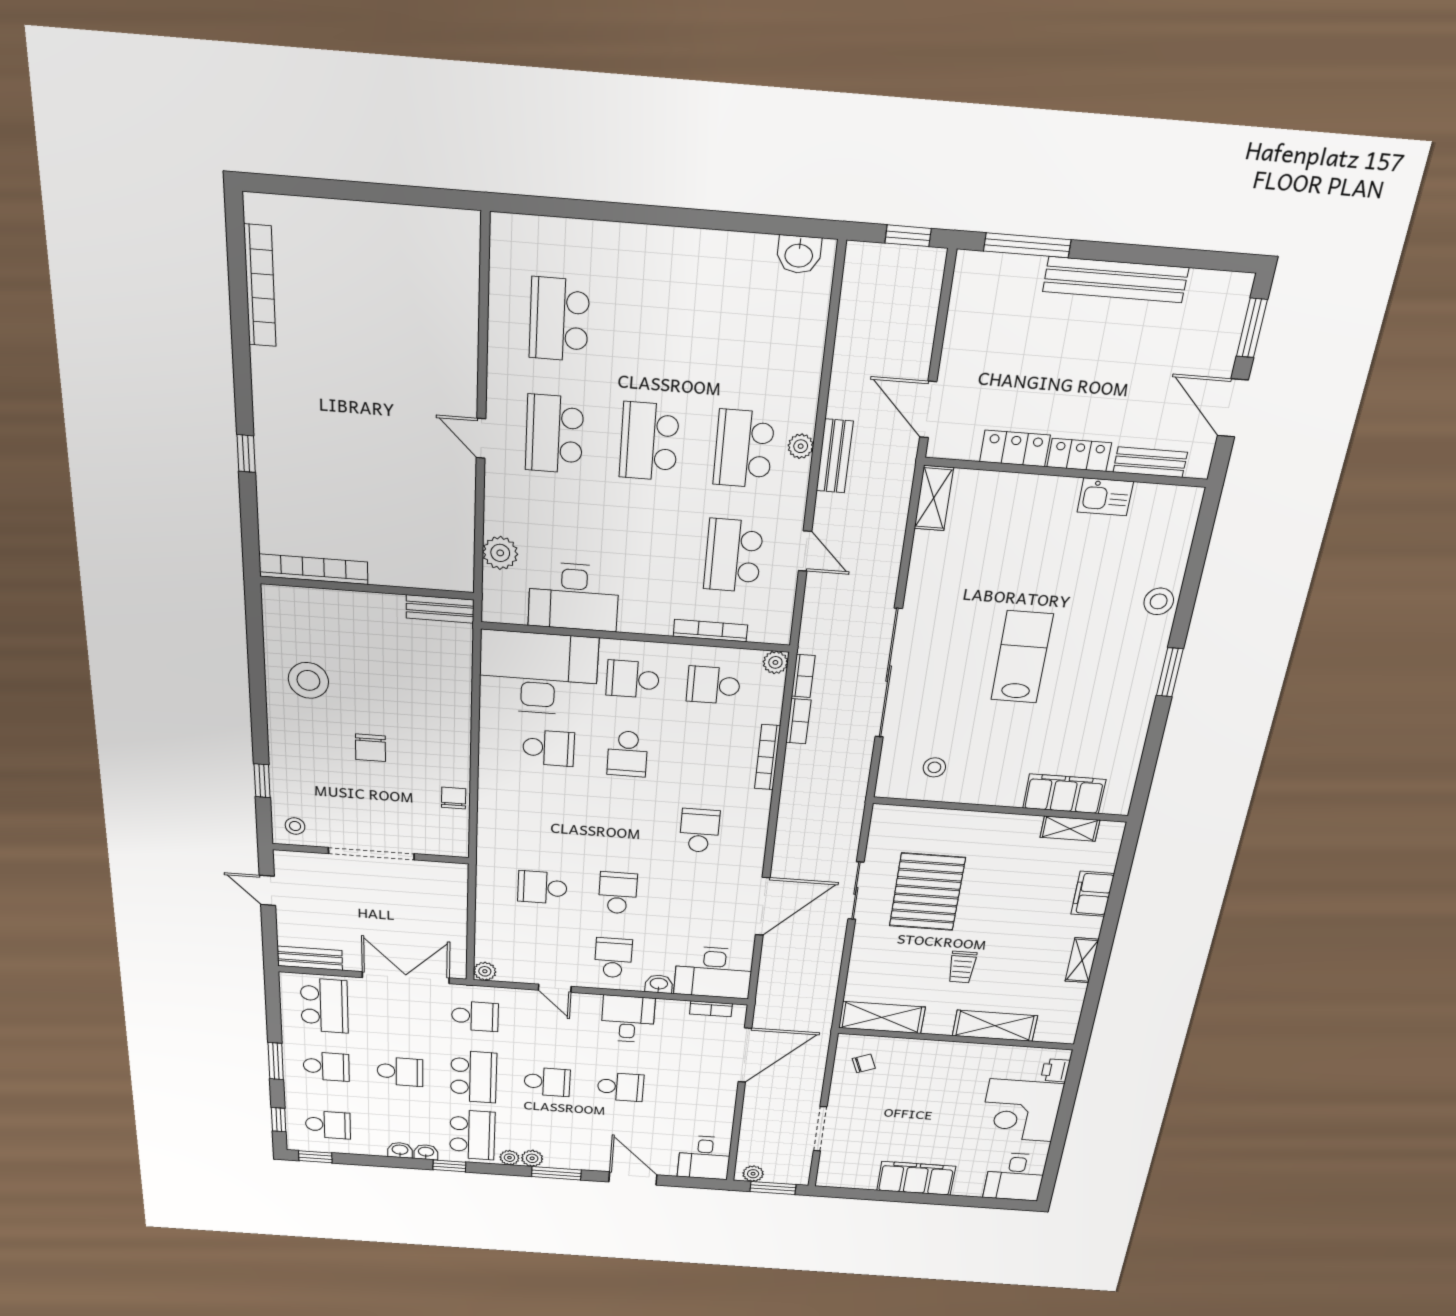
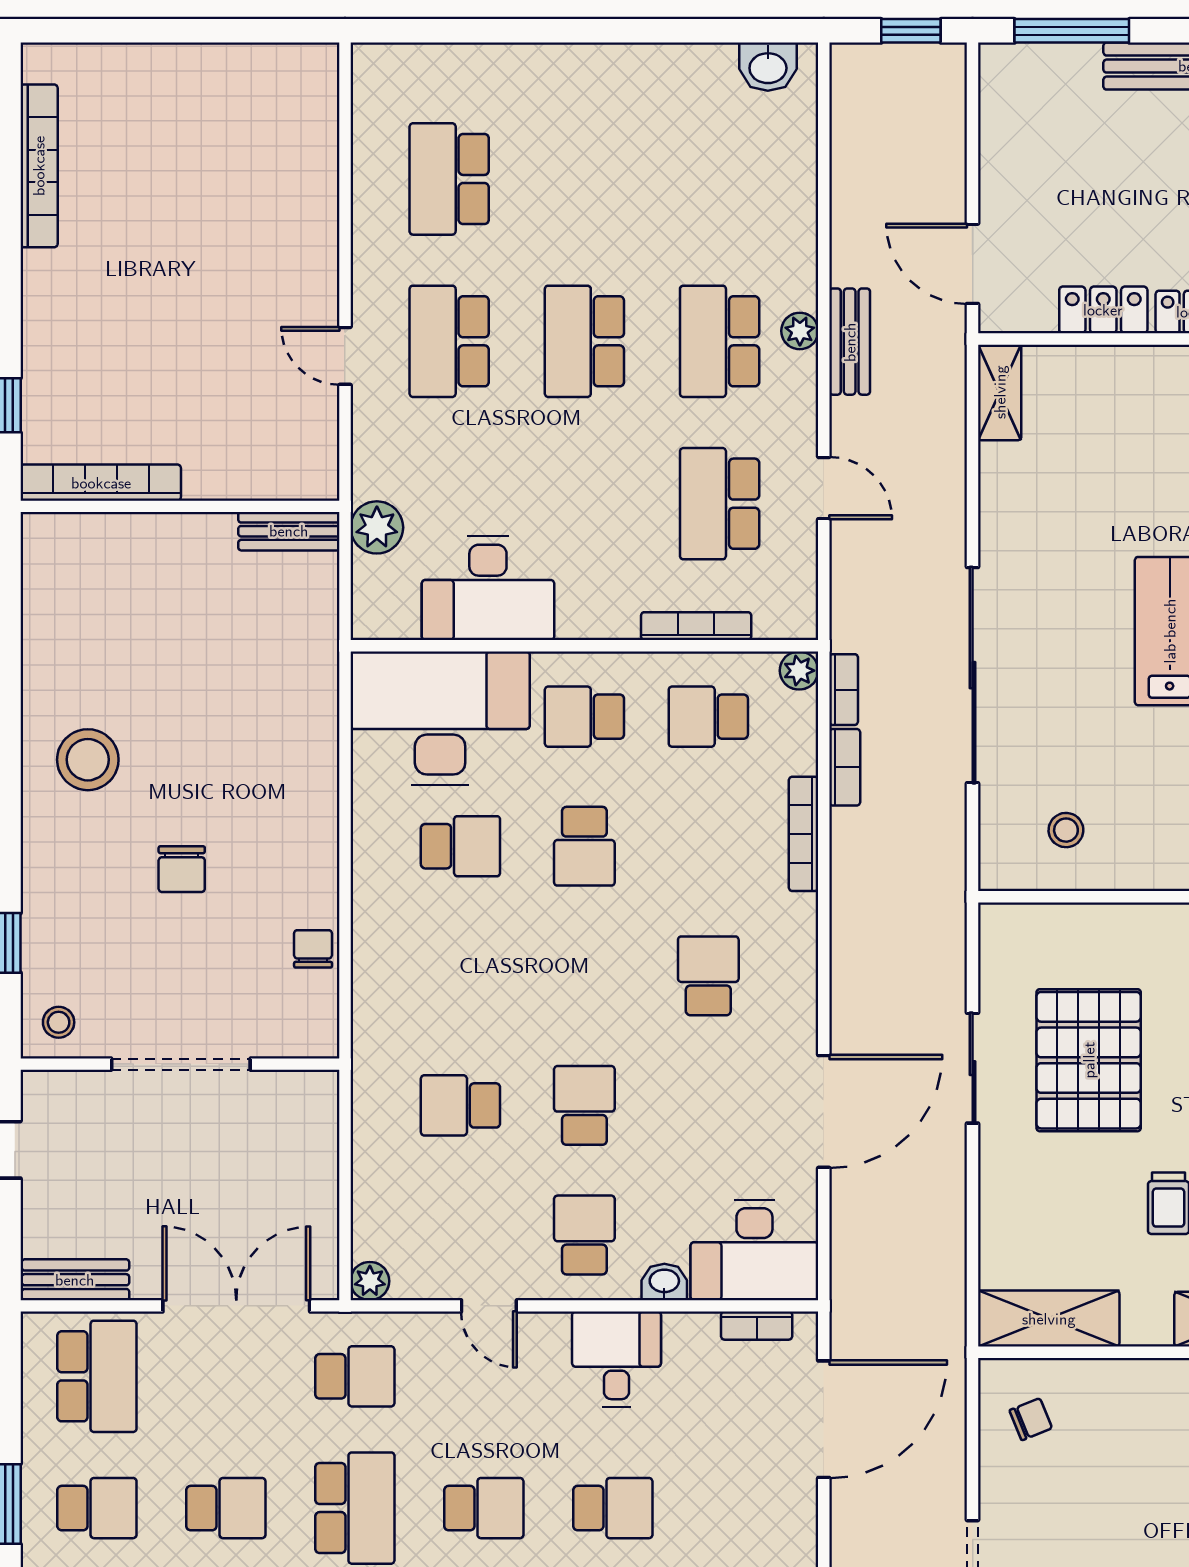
bookcase: (313, 569) -> (101, 483), moved
wall: (367, 588) -> (180, 506), moved
bench: (440, 609) -> (289, 531), moved

